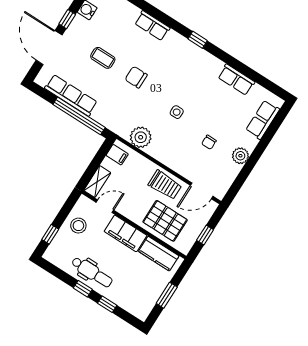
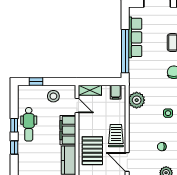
trolley: (165, 185) -> (116, 136), turned 180

